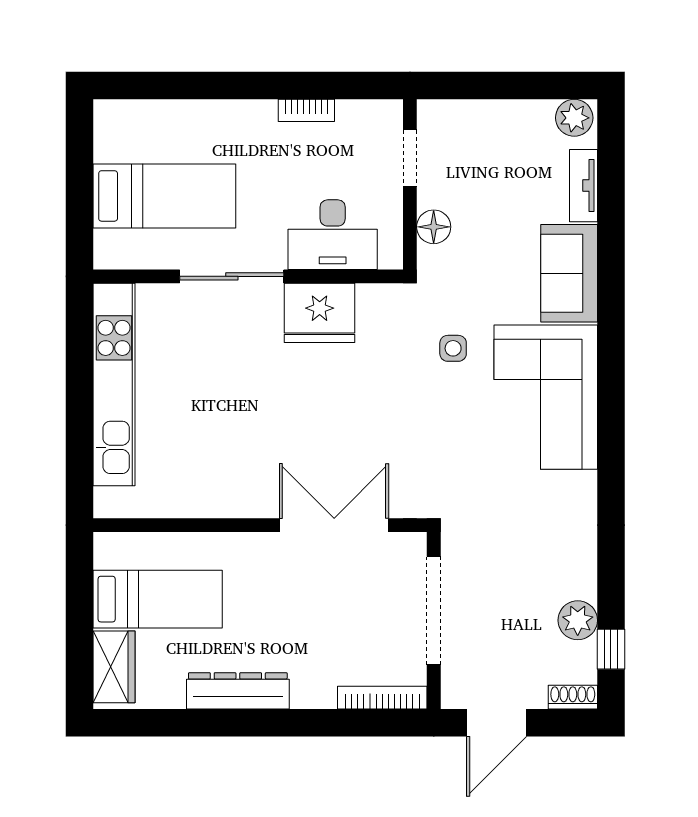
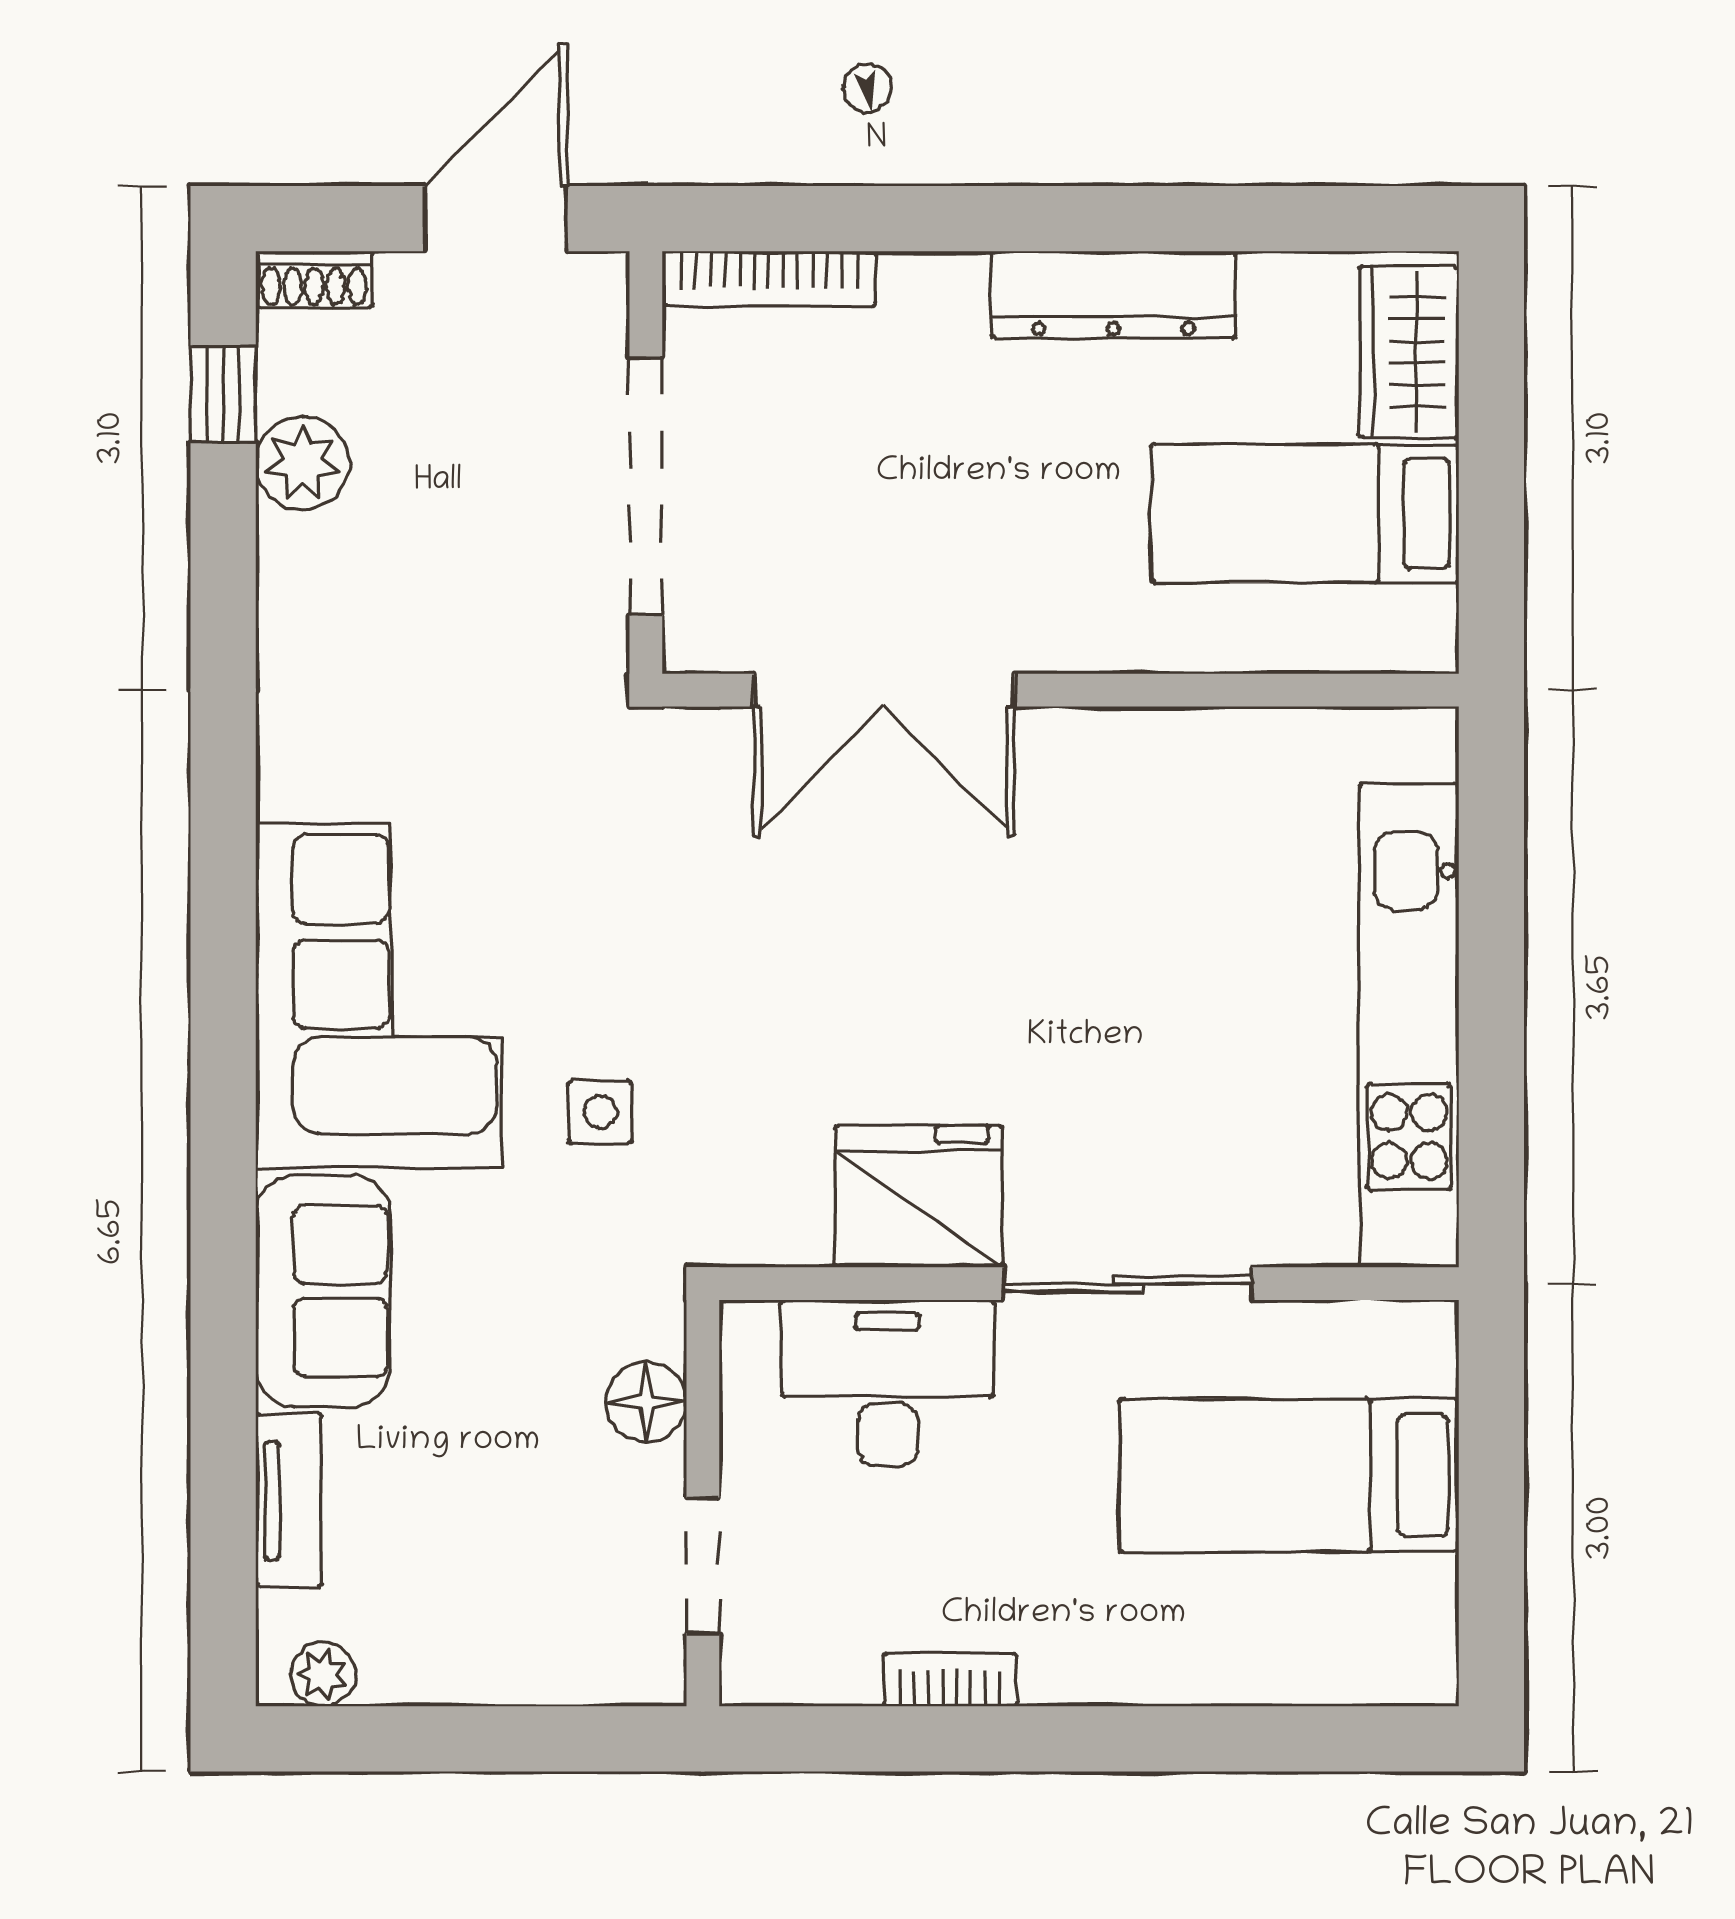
plant: (574, 118) -> (323, 1674), width x0.73, depth x0.73

